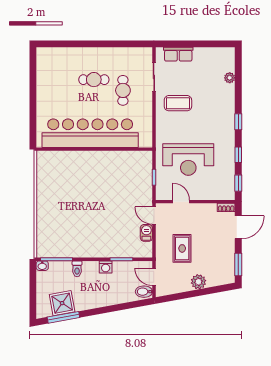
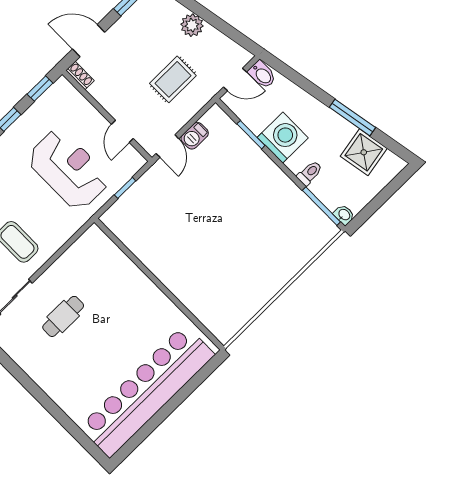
cafe table: (94, 80) -> (83, 360), removed
bar counter: (90, 133) -> (147, 391), moved, turned 90
washing machine: (106, 267) -> (283, 138), width x1.89, depth x1.89
door: (154, 277) -> (235, 80), hinge flipped
window: (63, 317) -> (352, 117), moved

